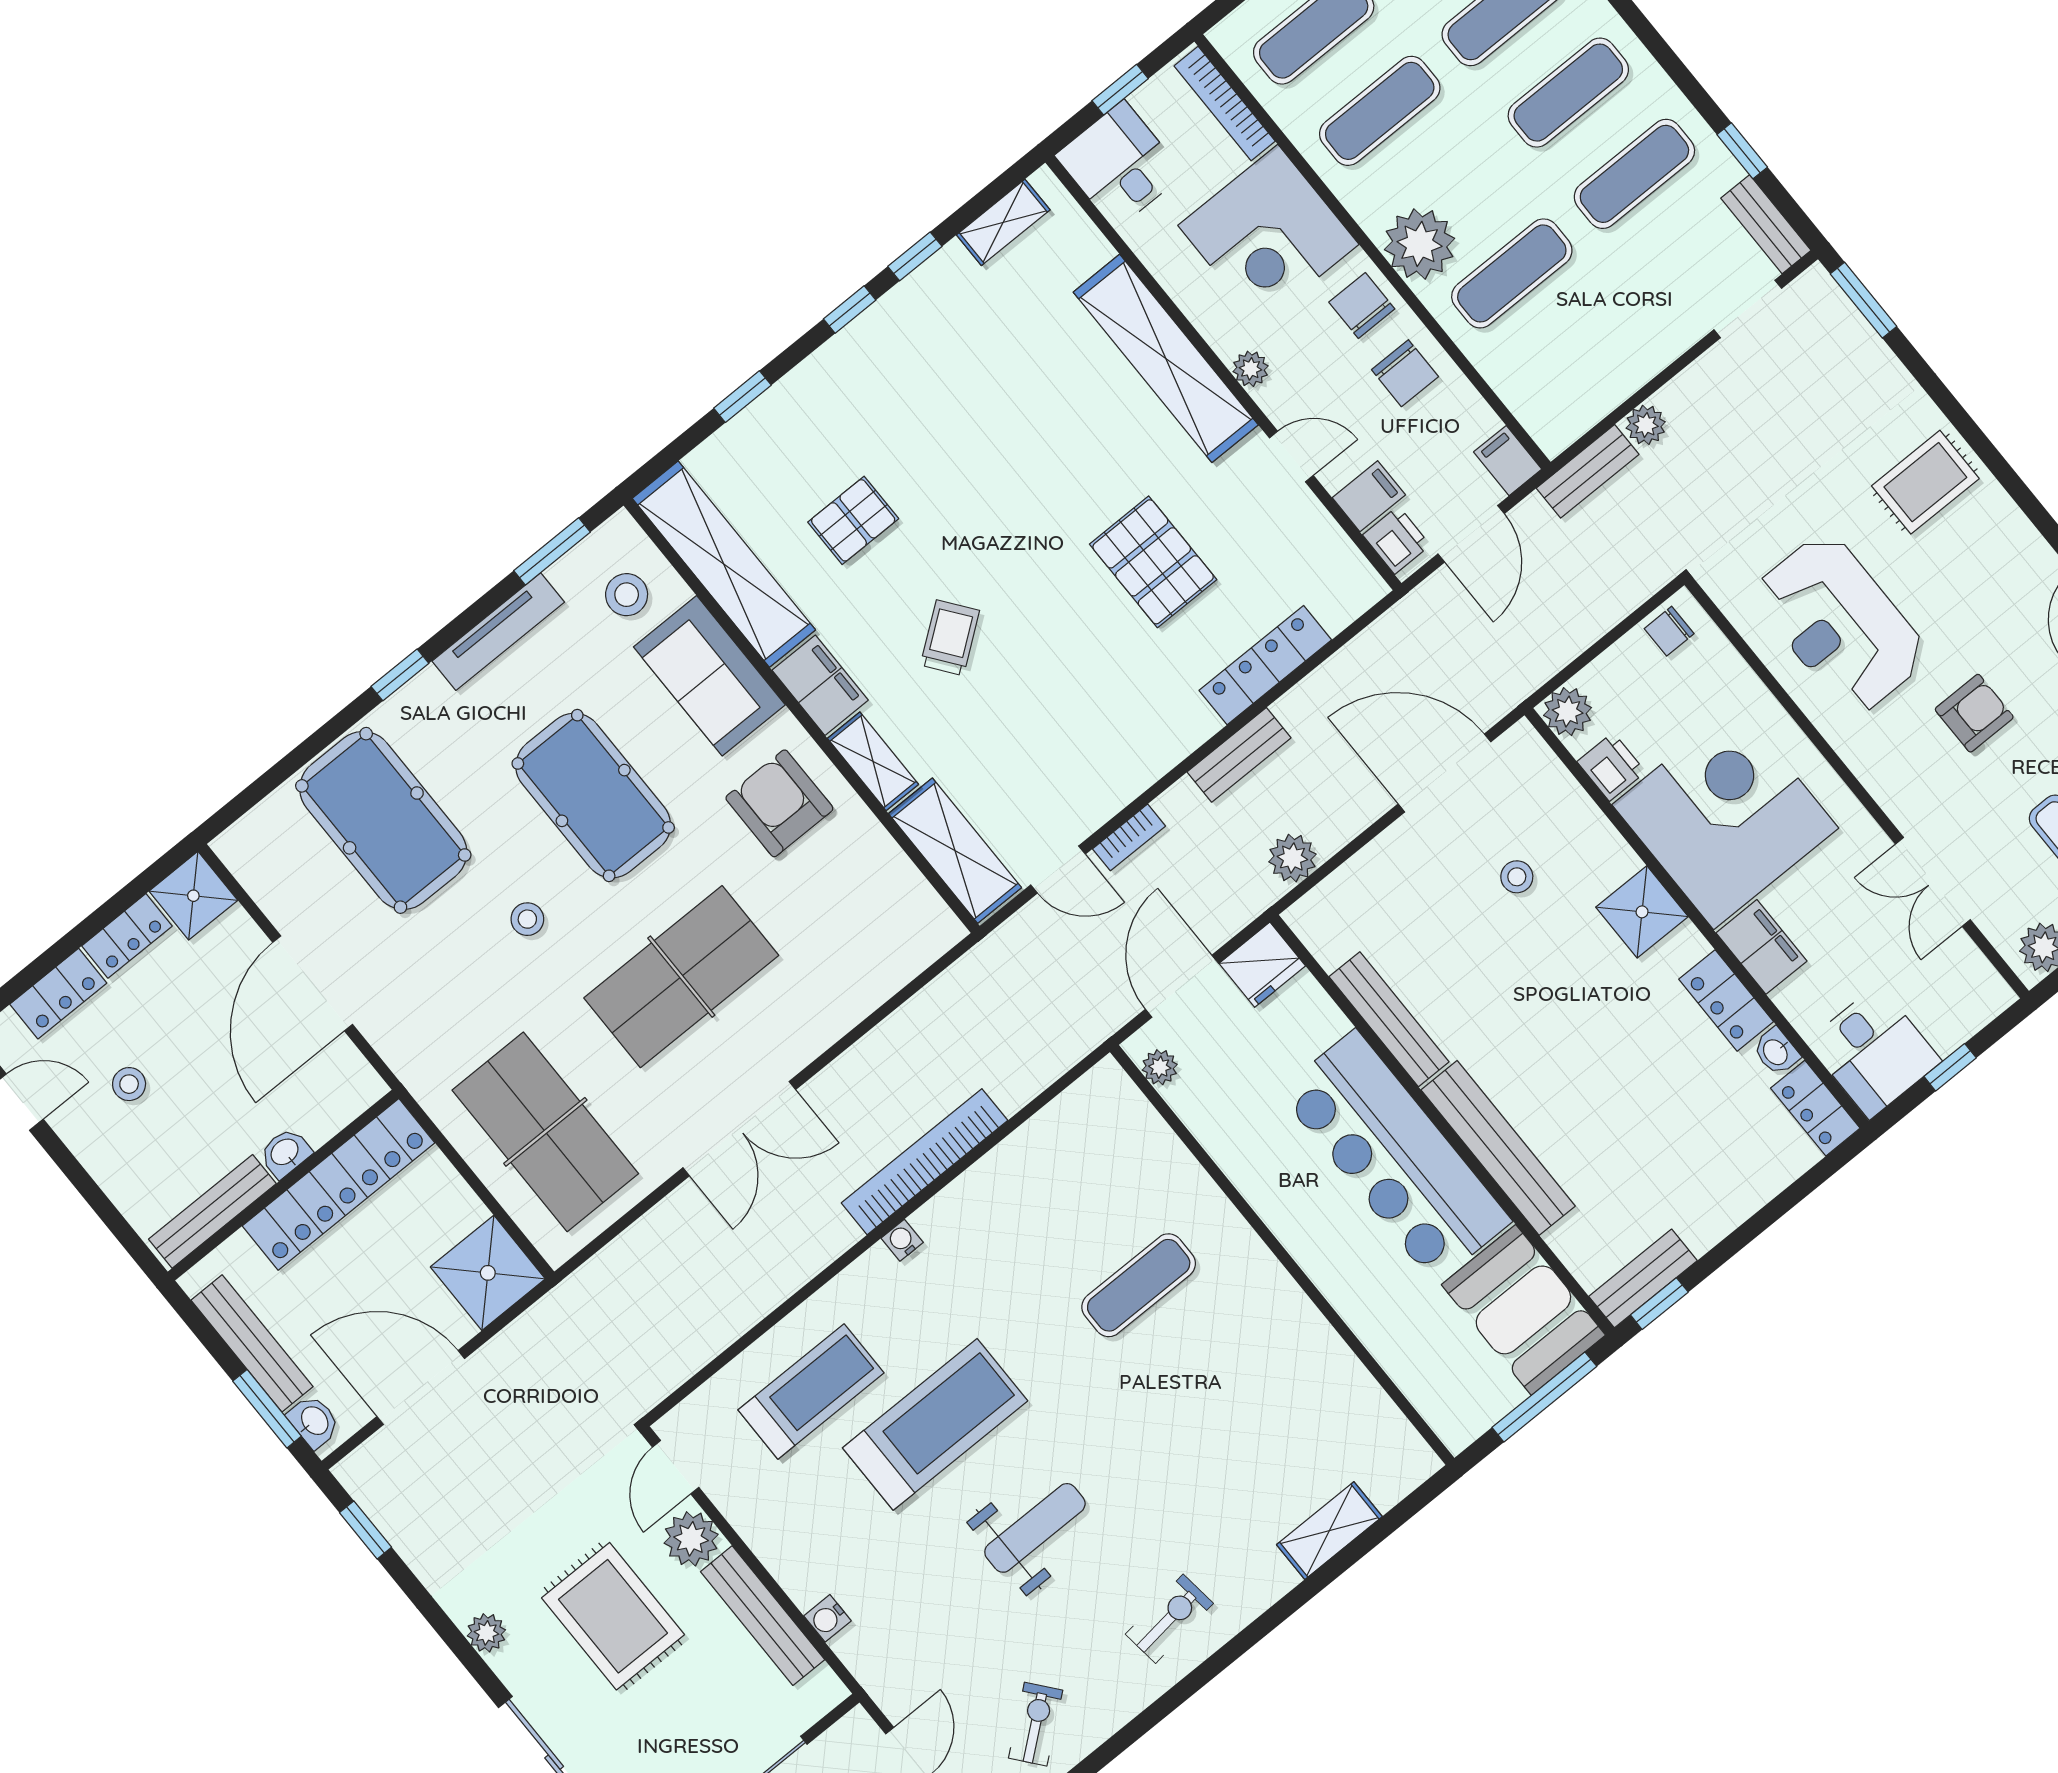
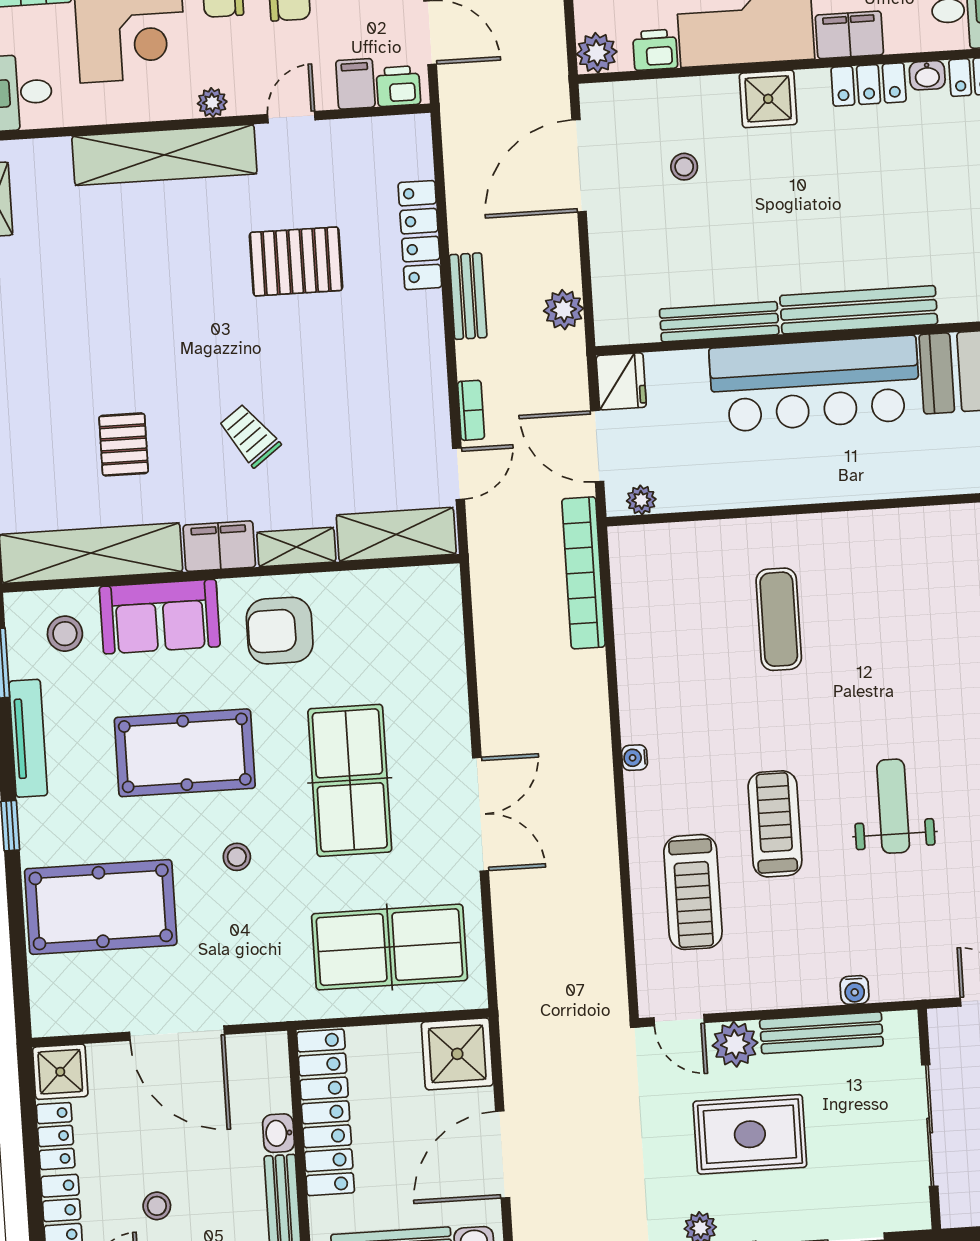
bookcase: (925, 1162) -> (584, 573), moved
treadmill: (811, 1391) -> (693, 892), turned 180
treadmill: (935, 1424) -> (775, 824), width x0.73, depth x0.73

